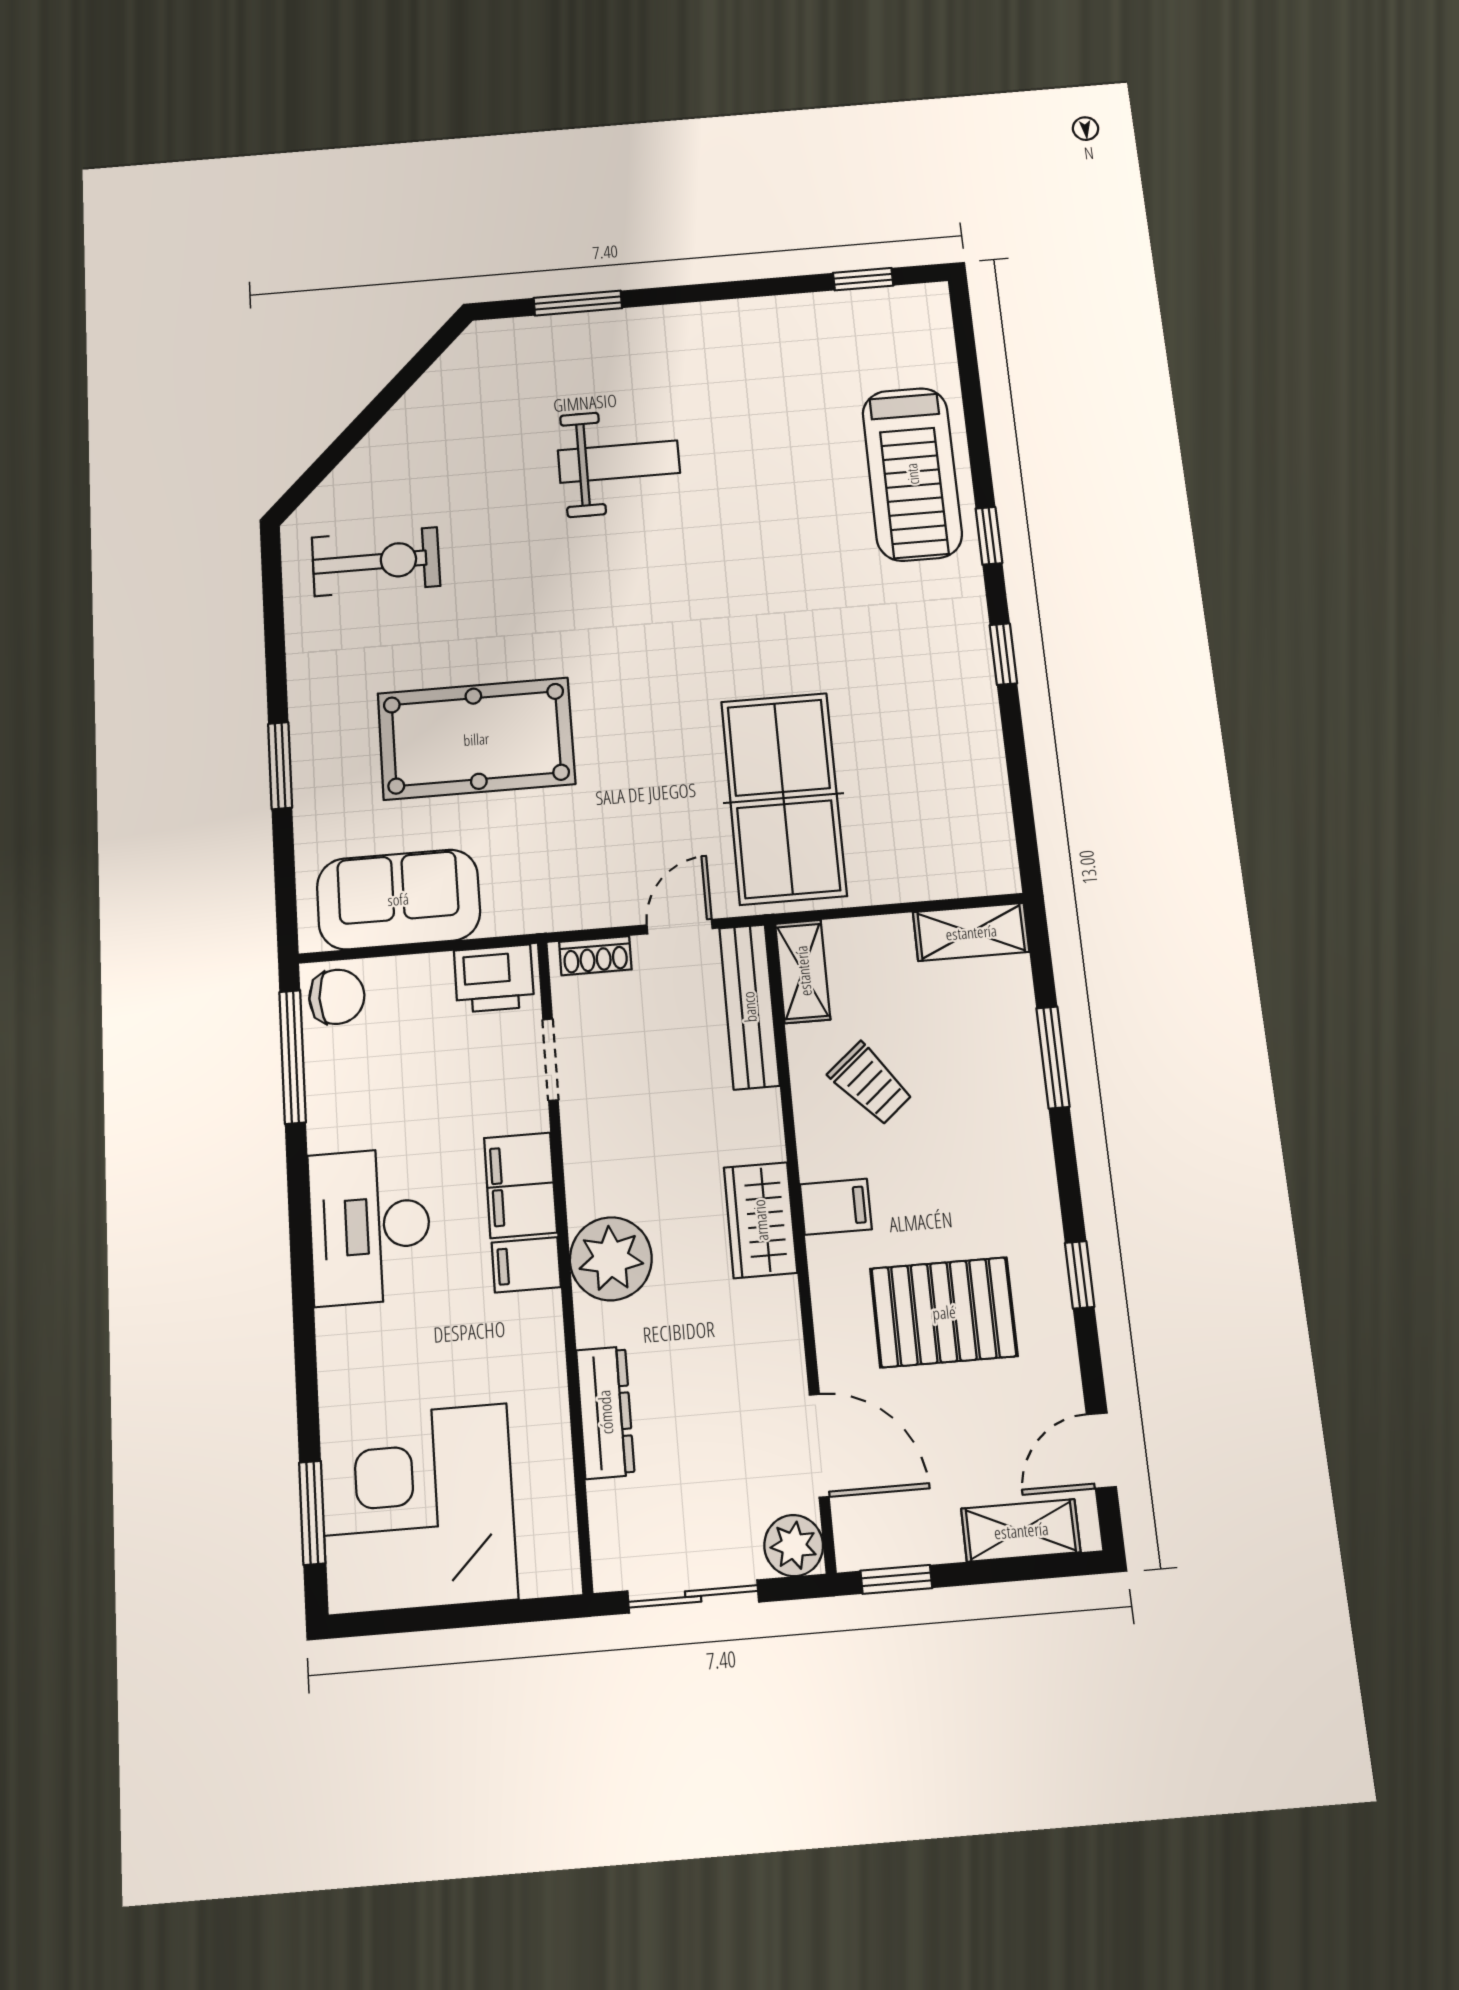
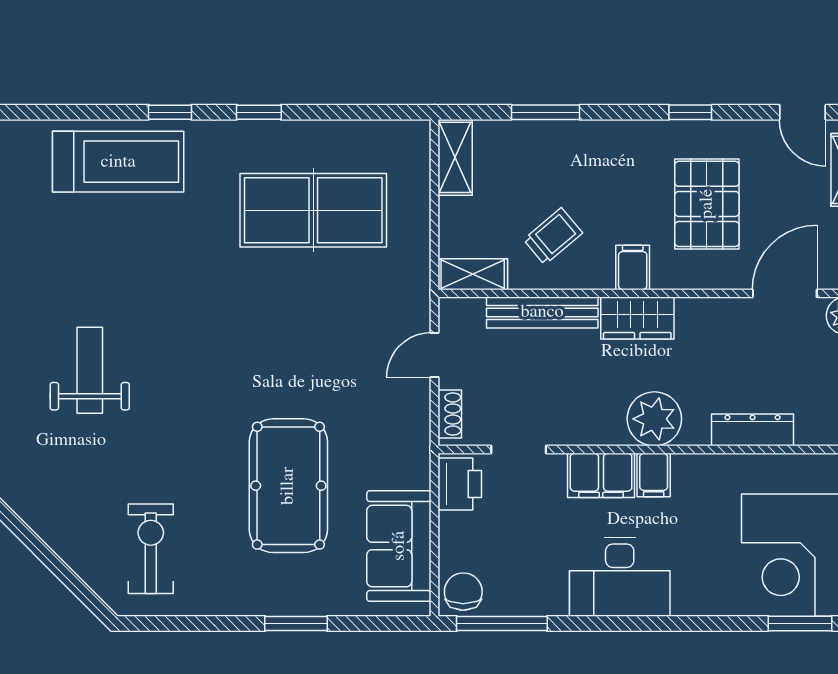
table tennis table: (784, 798) -> (313, 210), moved
door: (680, 927) -> (435, 355), hinge flipped
bench: (749, 1007) -> (542, 312), moved

